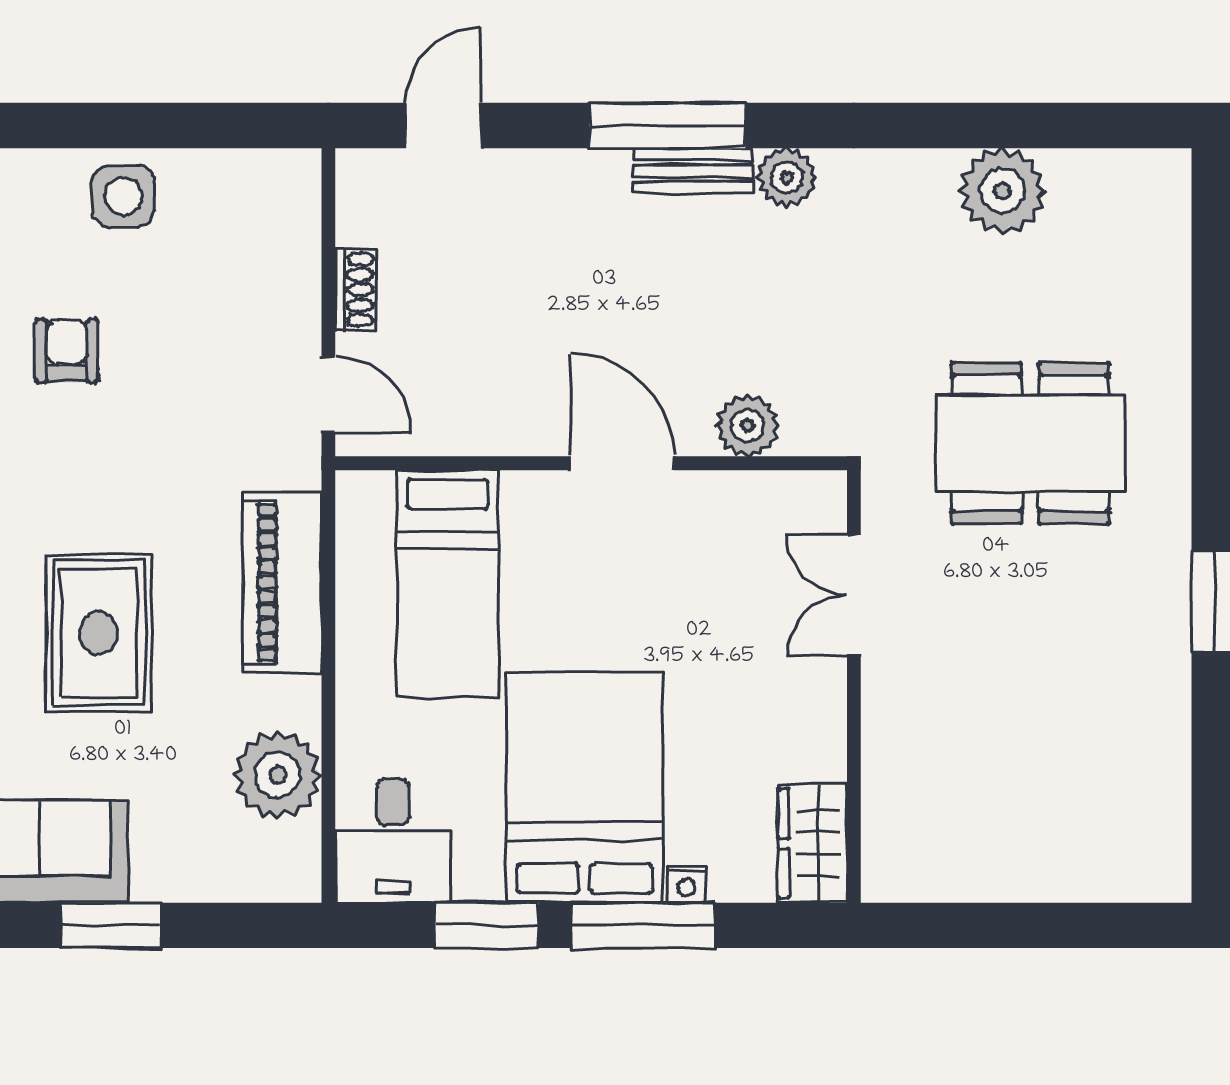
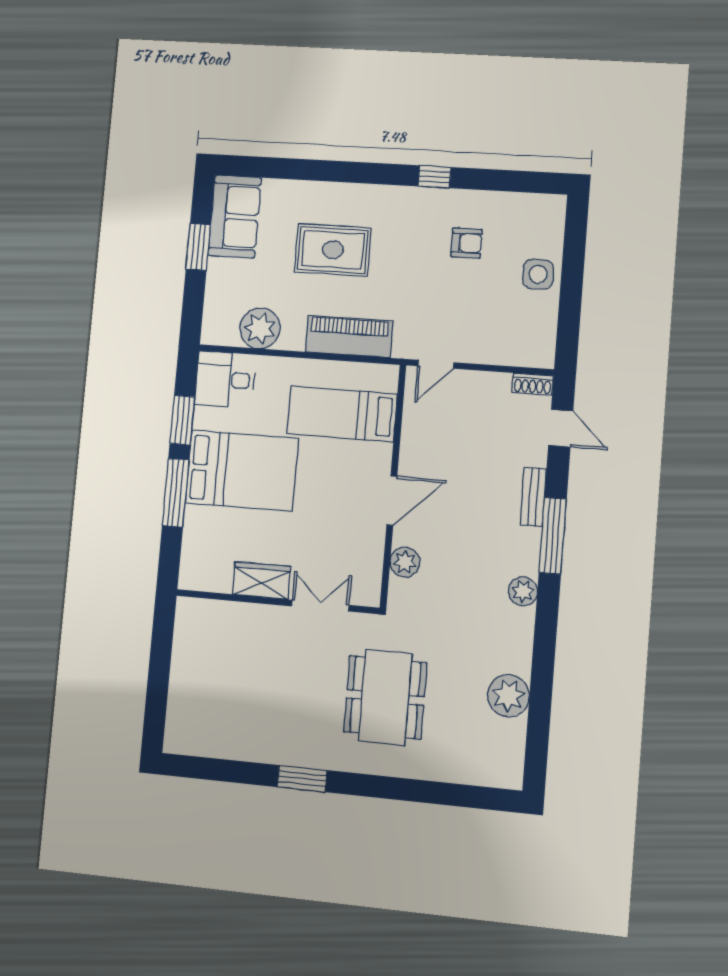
bench: (693, 171) -> (533, 497), moved
shoe rack: (355, 290) -> (533, 384), moved
wardrobe: (813, 843) -> (262, 581), moved
nightstand: (686, 884) -> (192, 515), removed

